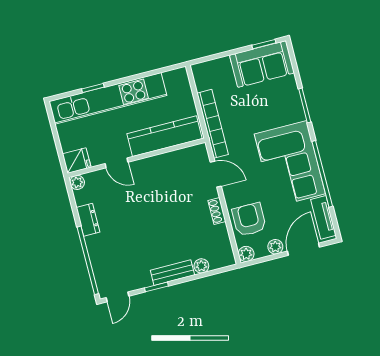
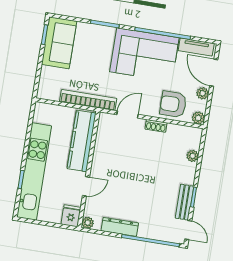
dresser: (88, 220) -> (120, 227), width x1.44
bench: (172, 273) -> (184, 202), moved

